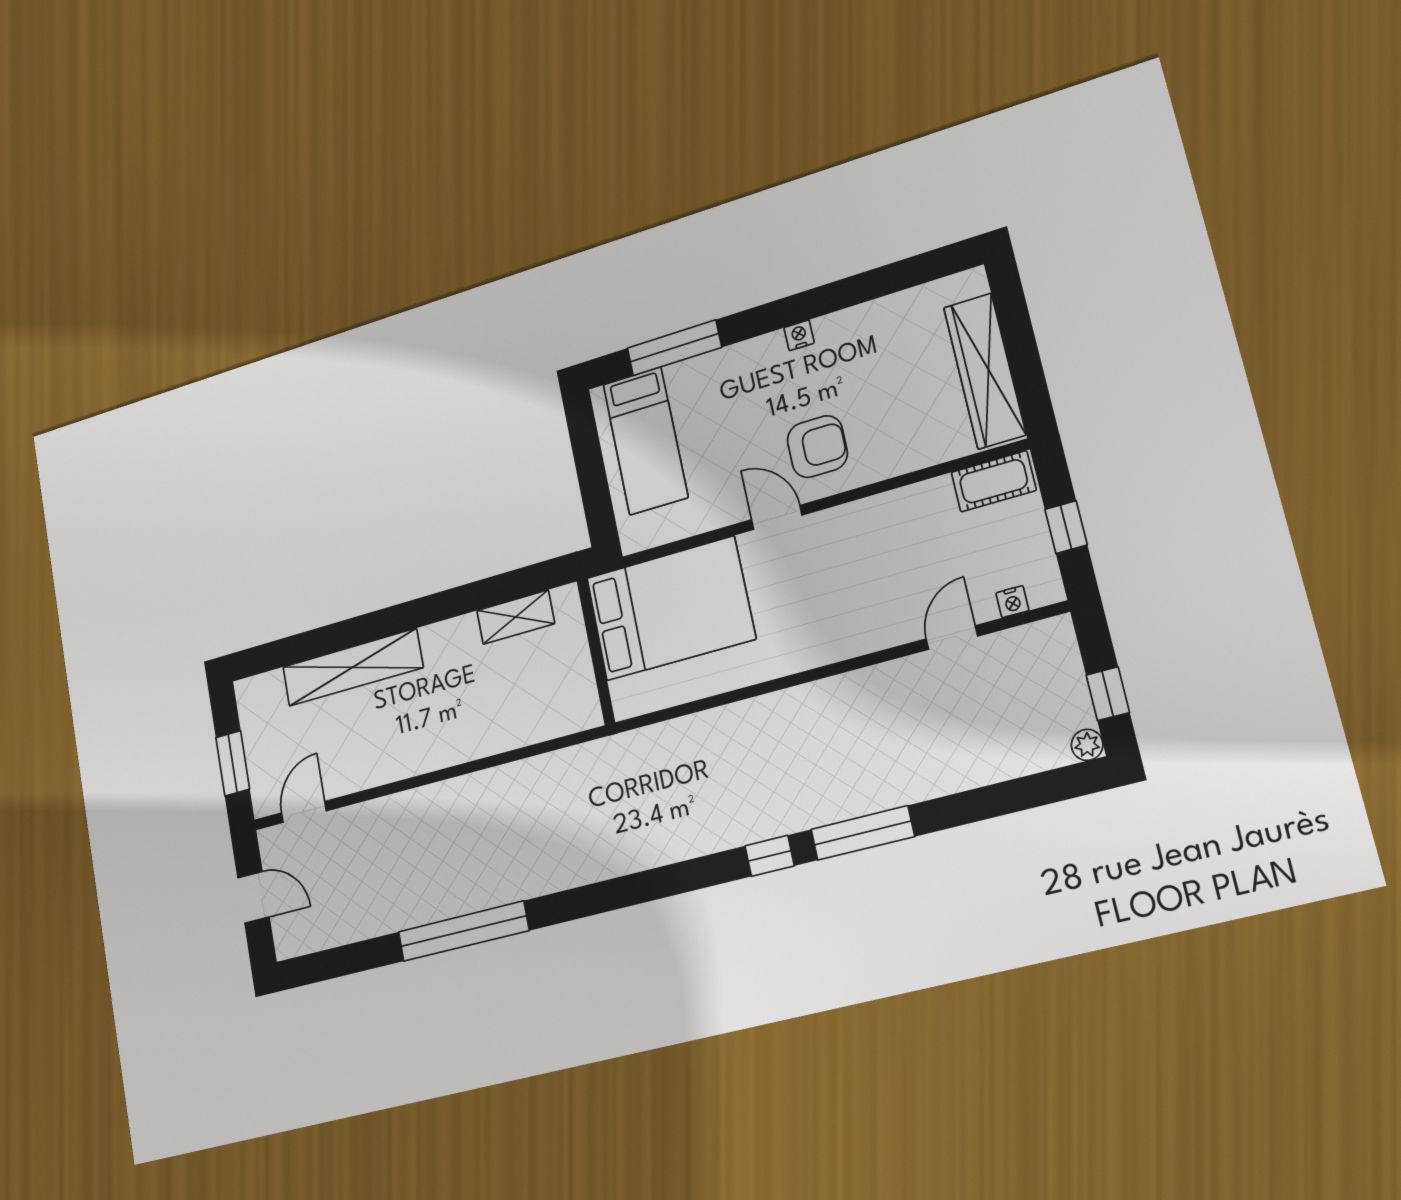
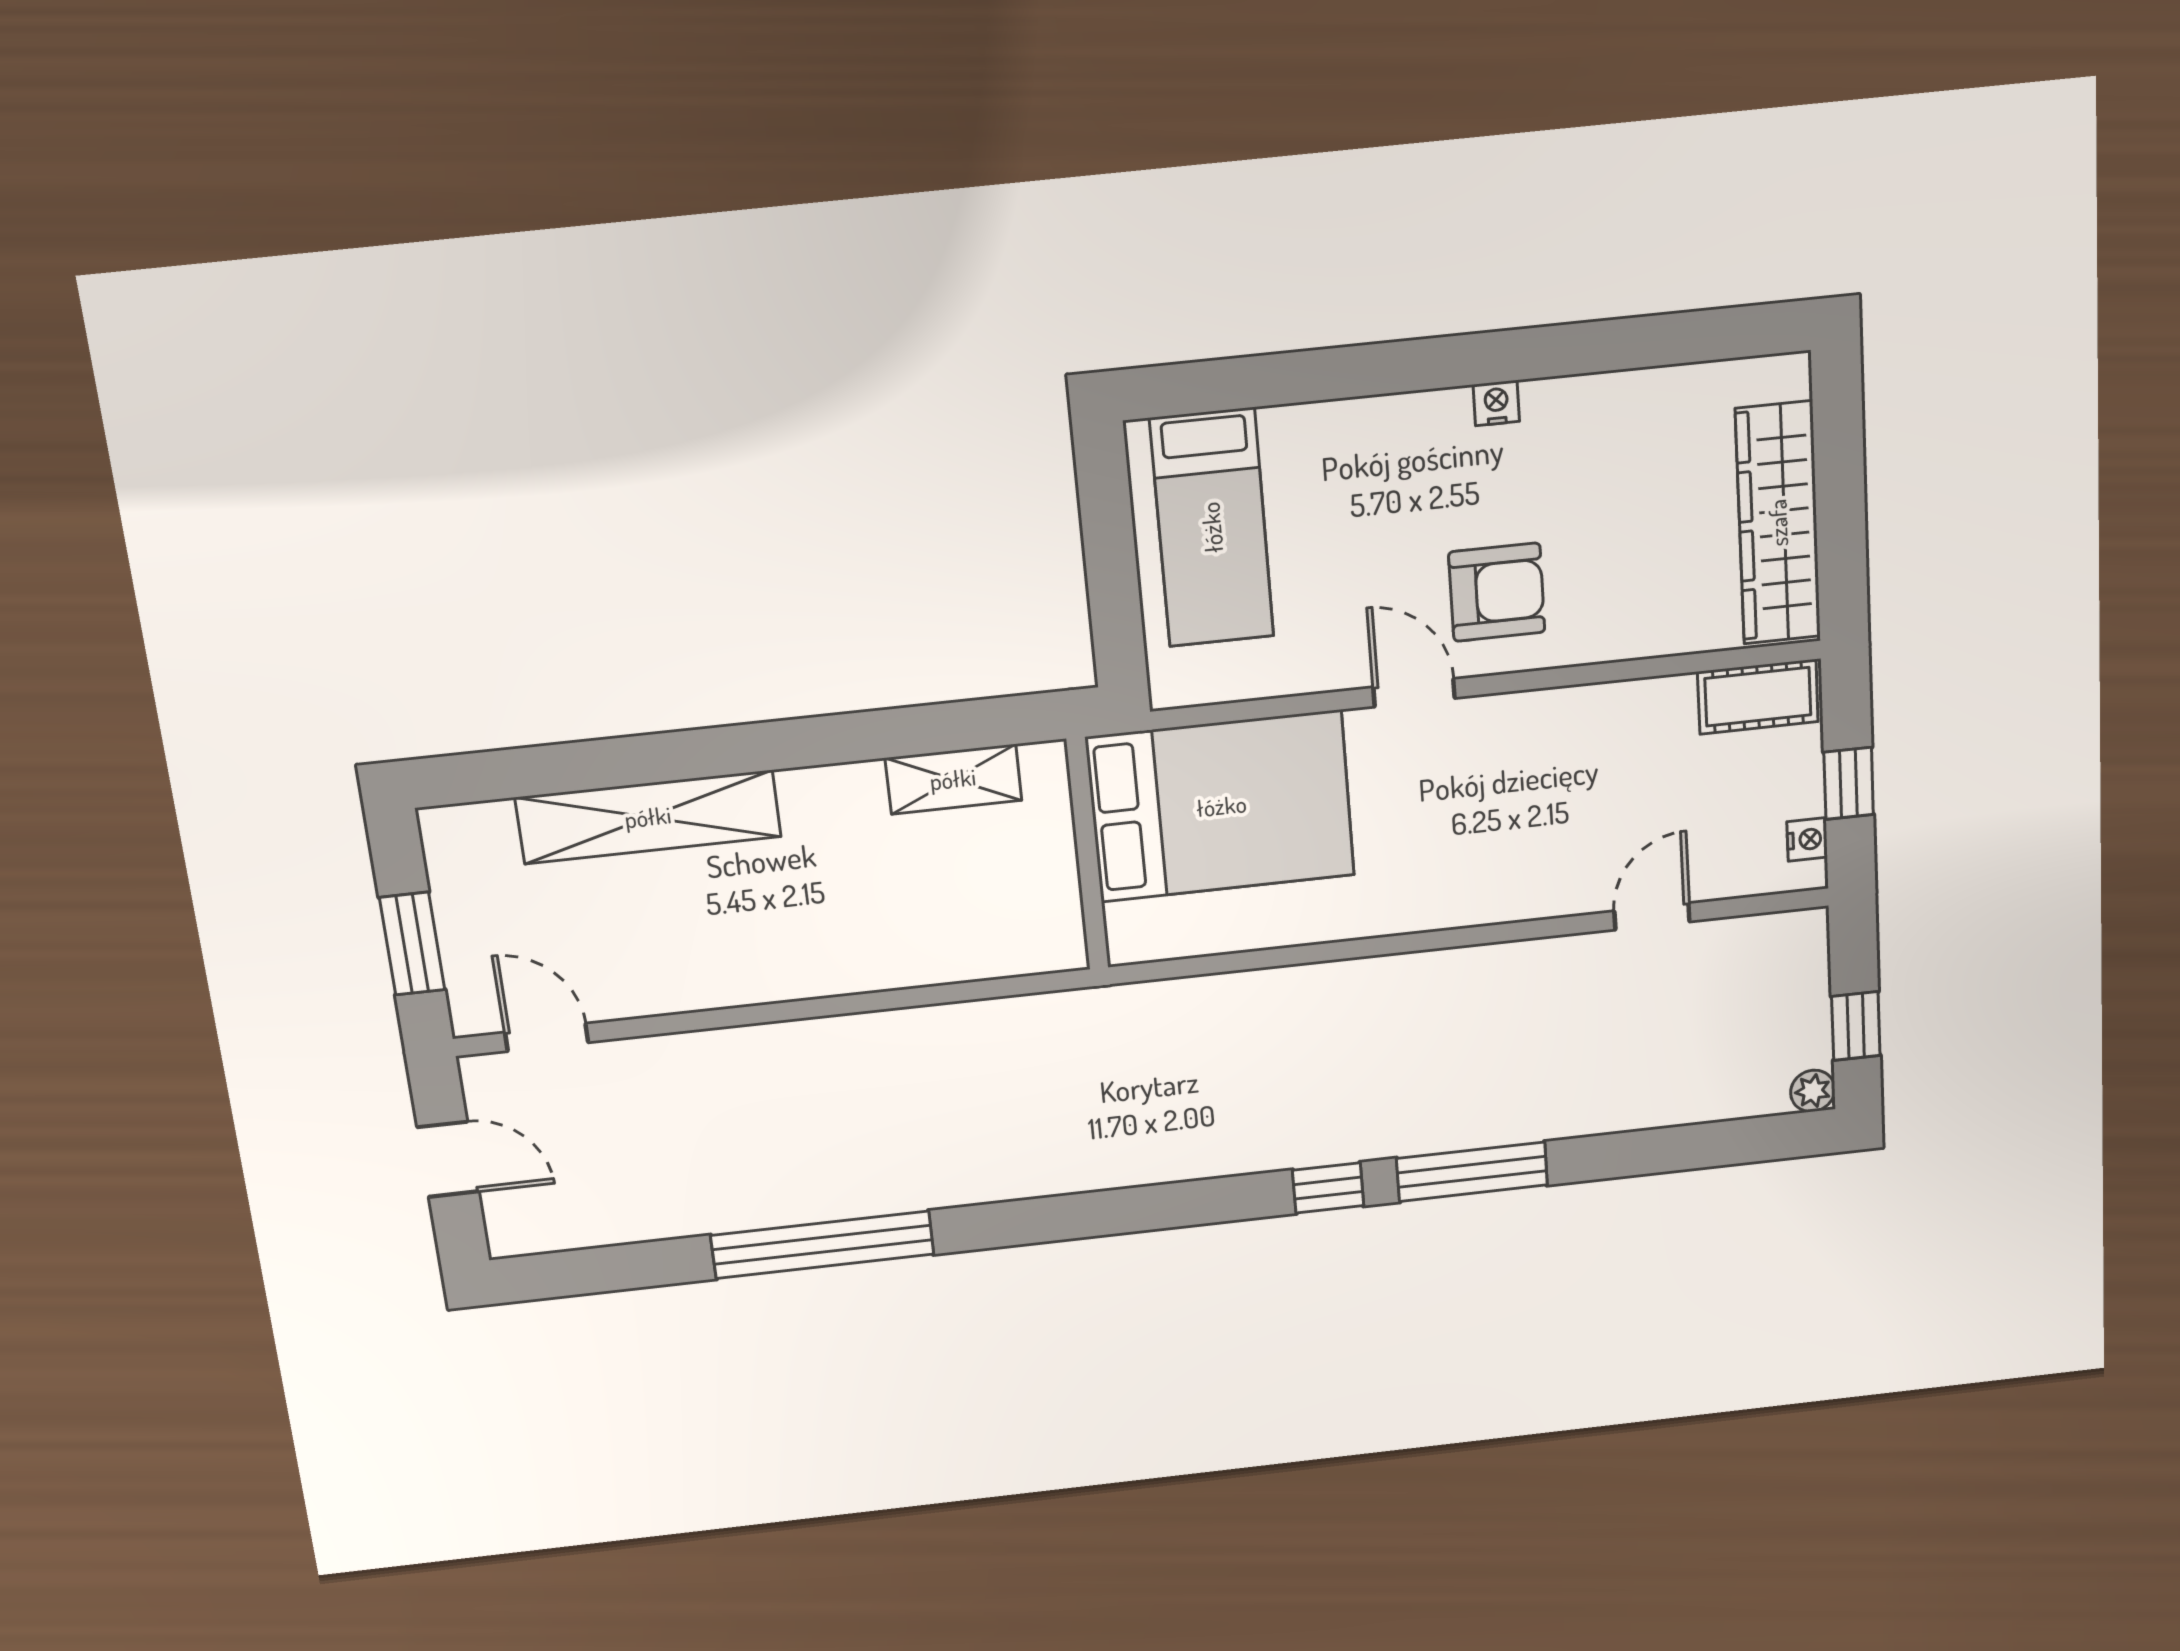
window: (674, 348) -> (1282, 379), removed
nightstand: (1012, 602) -> (1807, 839), moved, turned -90
door: (304, 812) -> (547, 1037), hinge flipped

